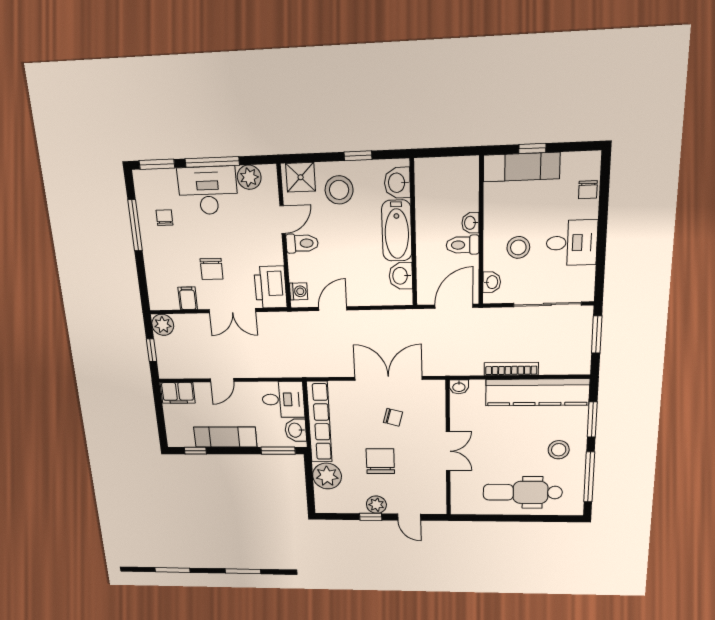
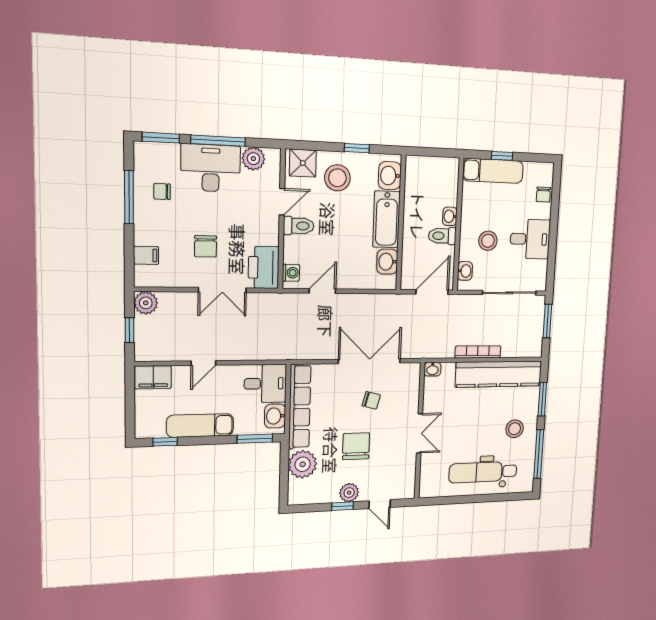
chair: (164, 218) -> (162, 191), turned -90
filing cabinet: (188, 298) -> (146, 255), moved, turned 90

